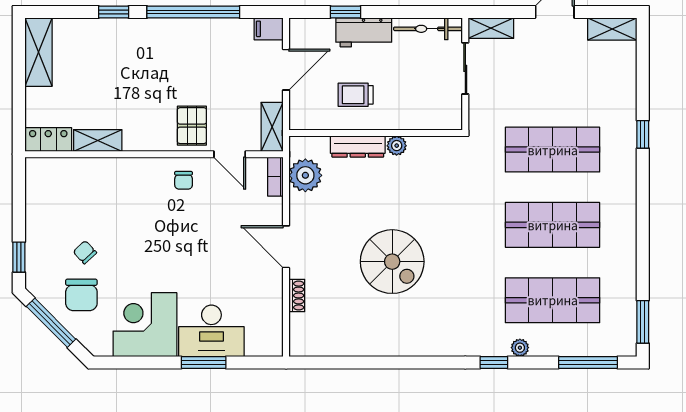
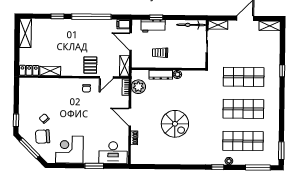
workbench: (364, 32) -> (153, 26), moved
door: (286, 70) -> (131, 42), swing flipped
door: (230, 154) -> (106, 77), hinge flipped
chair: (81, 295) -> (43, 137), turned 86
desk: (211, 331) -> (113, 153), moved

